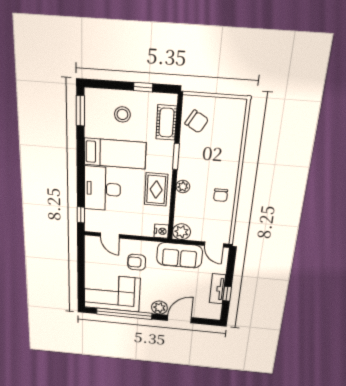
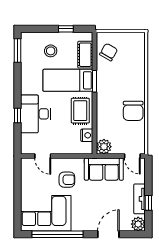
chair: (197, 122) -> (109, 52), turned -90
bed: (115, 153) -> (68, 80), moved, turned 180
plant: (183, 187) -> (102, 106), removed
chair: (221, 195) -> (133, 111), width x1.87, depth x1.87
window: (81, 215) -> (18, 115), moved
nightstand: (161, 231) -> (87, 135), moved
armchair: (137, 262) -> (67, 180), turned 180
plant: (159, 308) -> (138, 224), moved

